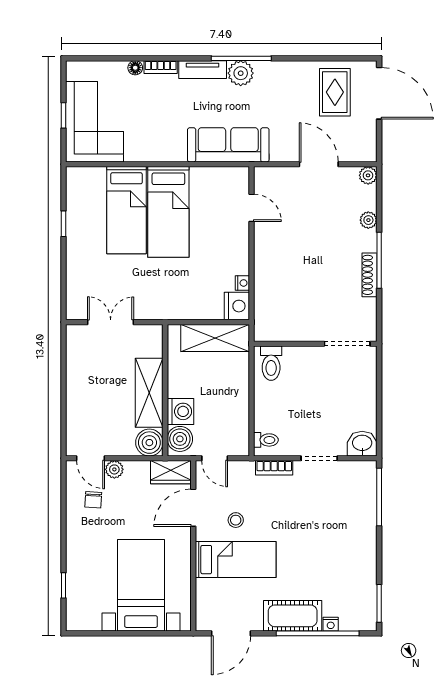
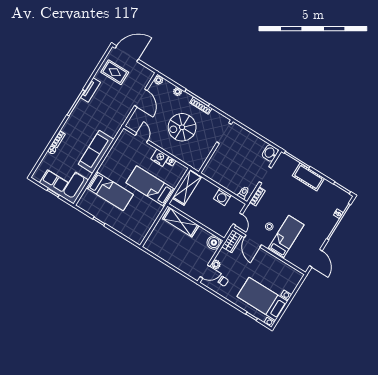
tv unit: (203, 70) -> (90, 90), moved
plant: (241, 73) -> (82, 107), removed
sofa: (228, 145) -> (96, 152), moved
door: (319, 164) -> (141, 98), swing flipped
door: (252, 208) -> (142, 138), hinge flipped
bed: (168, 212) -> (150, 186), moved, turned 180
spiral stairs: (312, 266) -> (182, 127), added
nightstand: (237, 306) -> (160, 158), moved
double door: (111, 322) -> (153, 227), removed
toilet: (271, 363) -> (212, 170), removed
shelving: (149, 393) -> (181, 222), moved
washing machine: (180, 411) -> (222, 197), moved, turned 180
boiler: (180, 439) -> (220, 229), removed
door: (215, 458) -> (238, 219), hinge flipped
bed with nightstands: (141, 585) -> (262, 299), moved
cot: (293, 616) -> (308, 177), moved, turned 90

